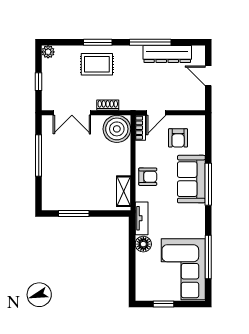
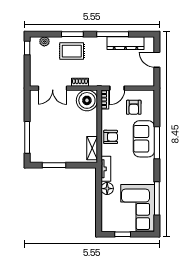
plant: (48, 52) -> (44, 41), moved
window: (39, 82) -> (27, 48), moved
window: (39, 155) -> (27, 137), moved

